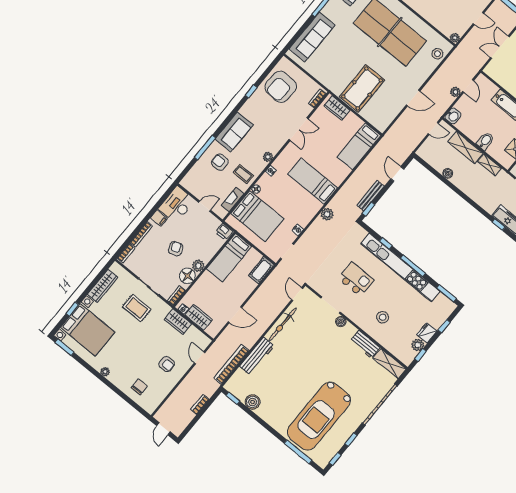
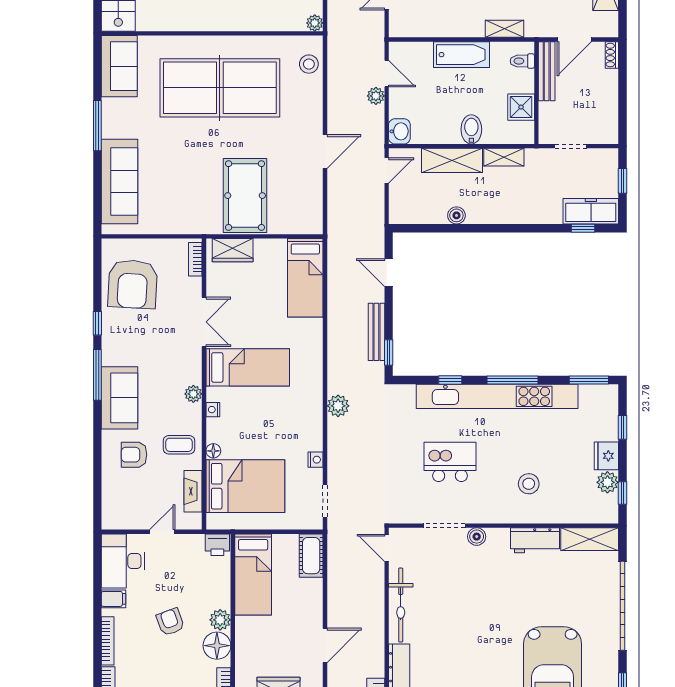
window: (205, 148) -> (97, 375), moved
bed: (313, 181) -> (248, 367), moved, turned 180

